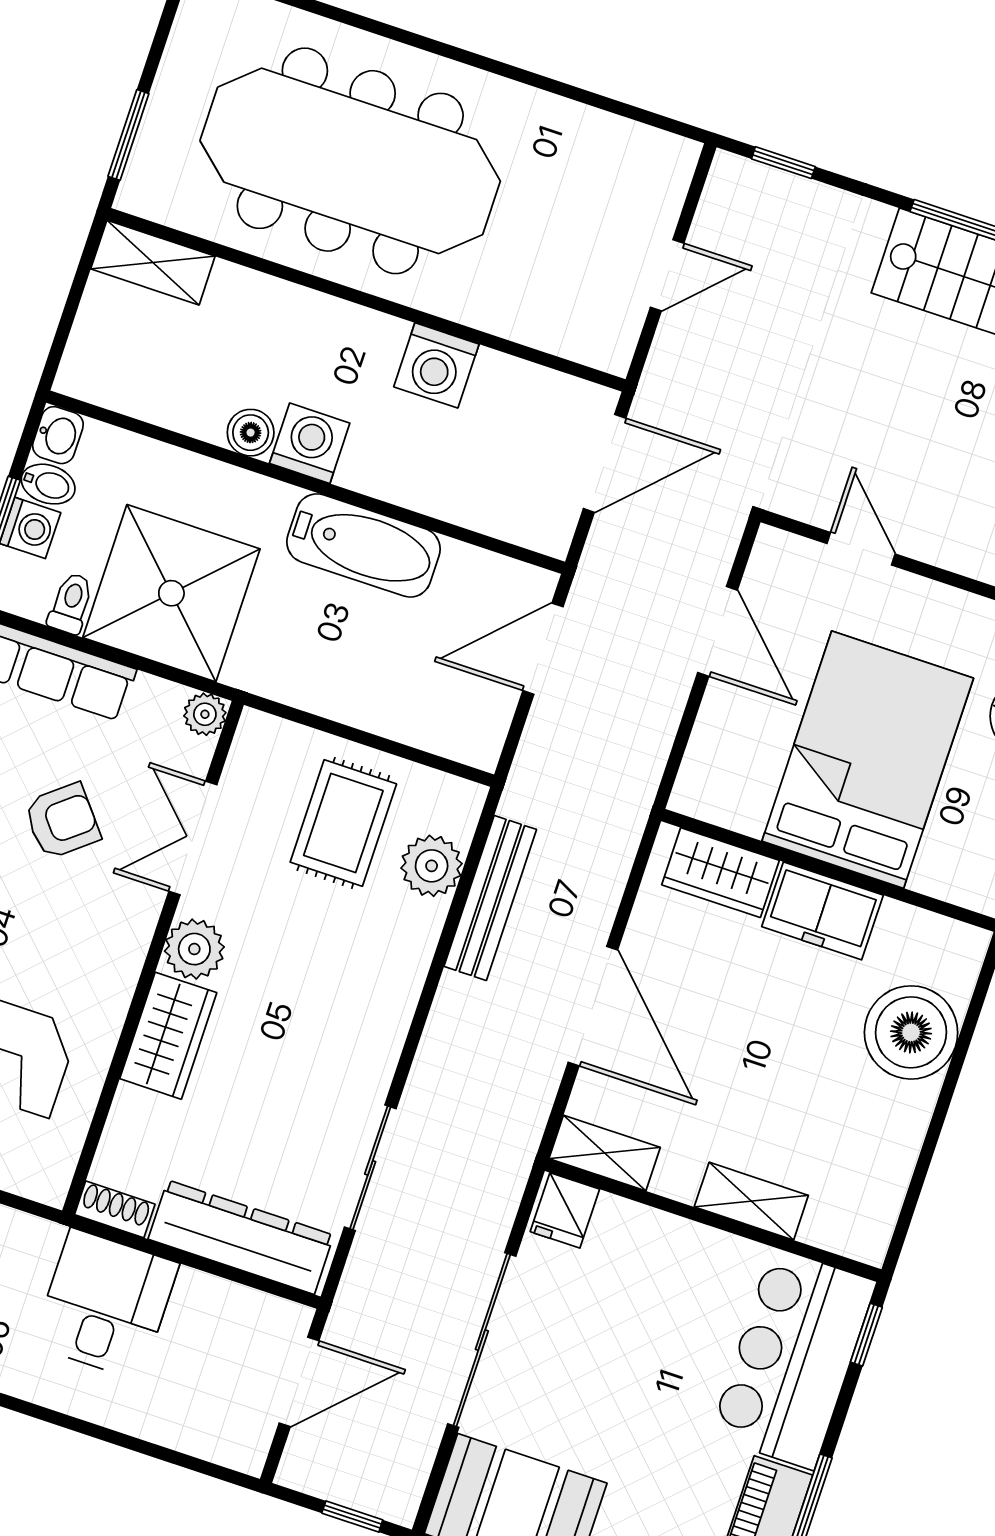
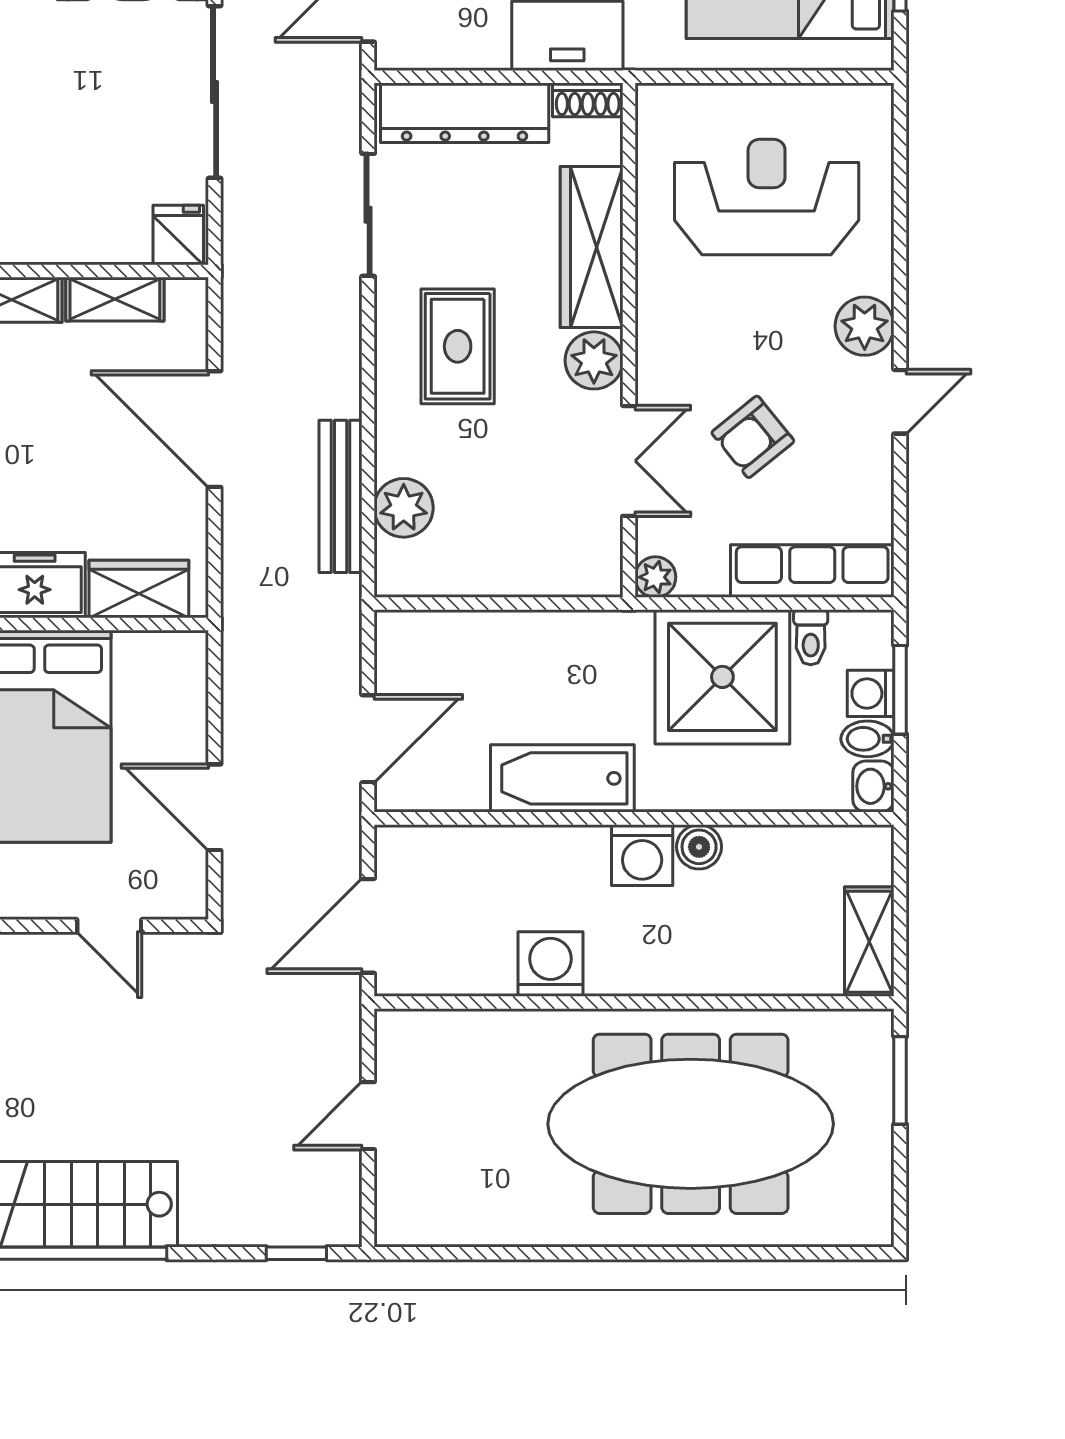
shelving: (153, 263) -> (869, 942), moved, turned 90
rug: (343, 823) -> (458, 346), moved
wardrobe: (168, 1036) -> (592, 247), width x1.50
shelving: (605, 1153) -> (115, 299), moved

